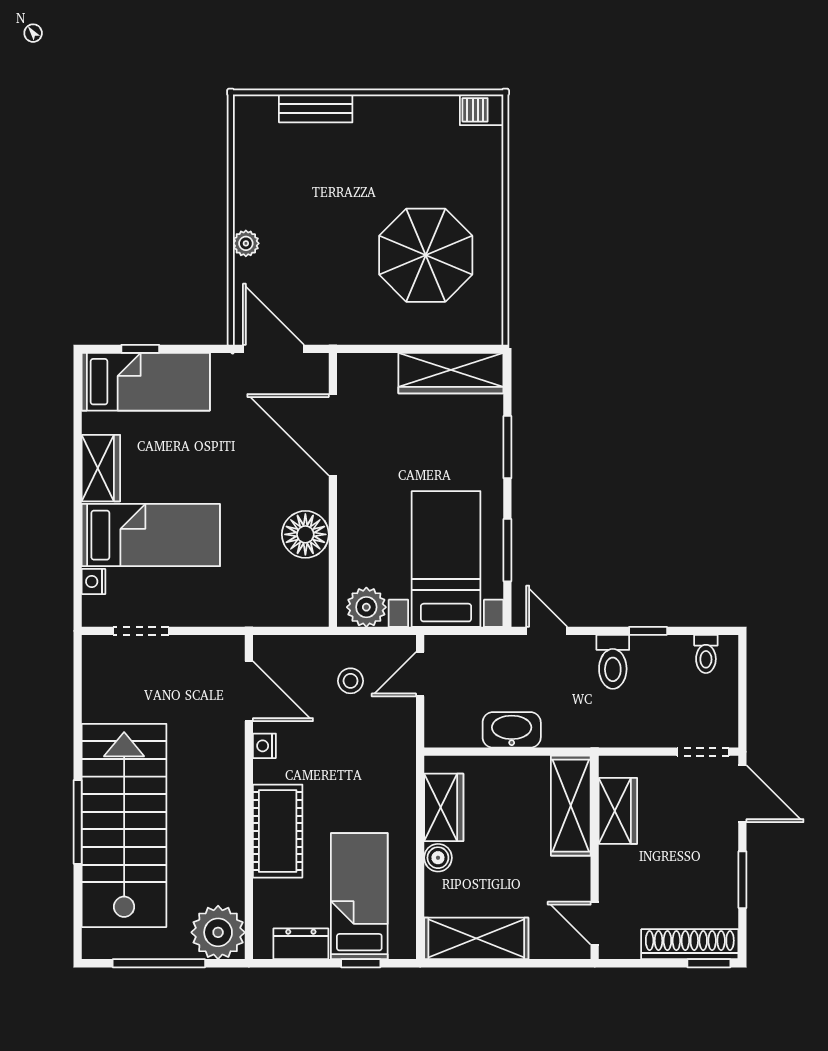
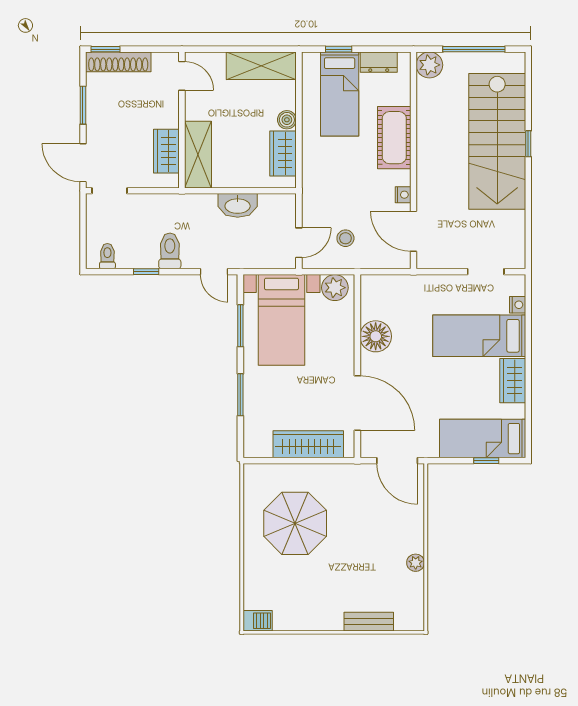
plant: (246, 243) -> (416, 563), moved
wardrobe: (451, 373) -> (308, 444), moved
window: (78, 822) -> (528, 144), width x0.46
plant: (218, 932) -> (429, 65), width x0.73, depth x0.73

